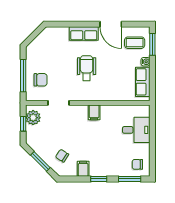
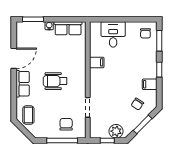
coffee table: (135, 43) -> (28, 115), moved
filing cabinet: (94, 112) -> (97, 62), moved
plant: (33, 118) -> (116, 131), moved

